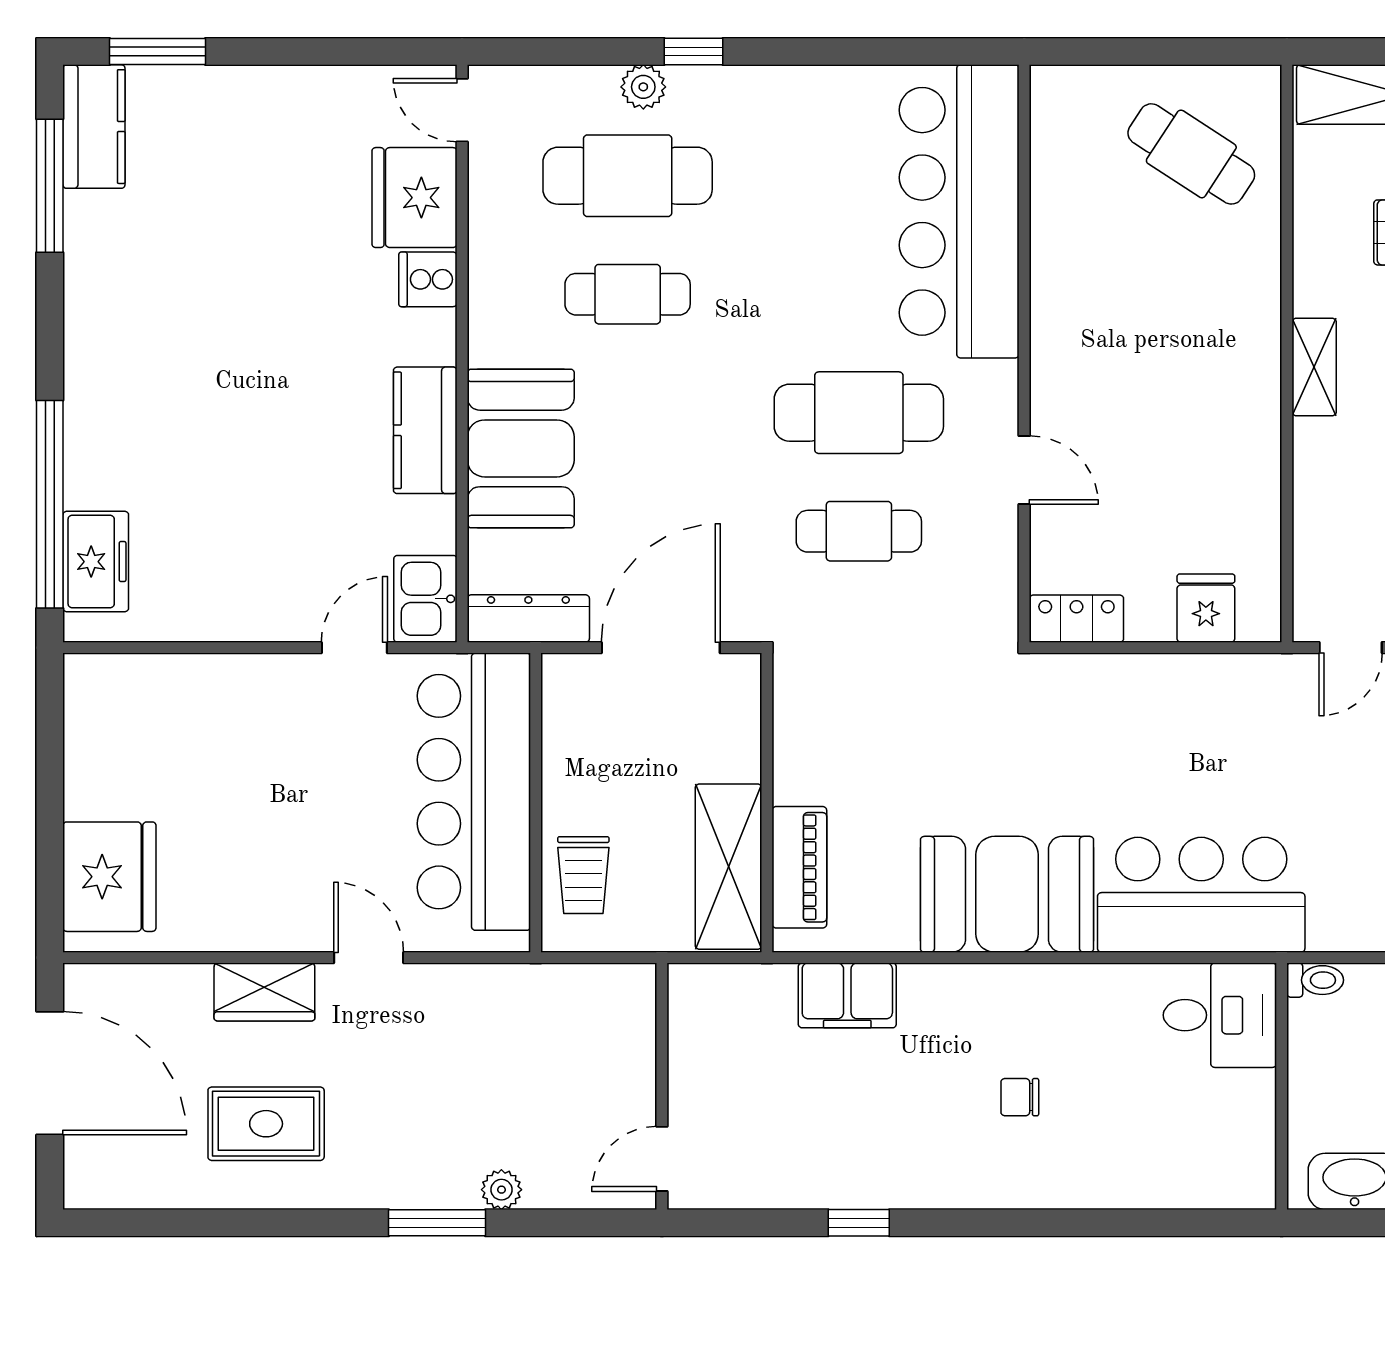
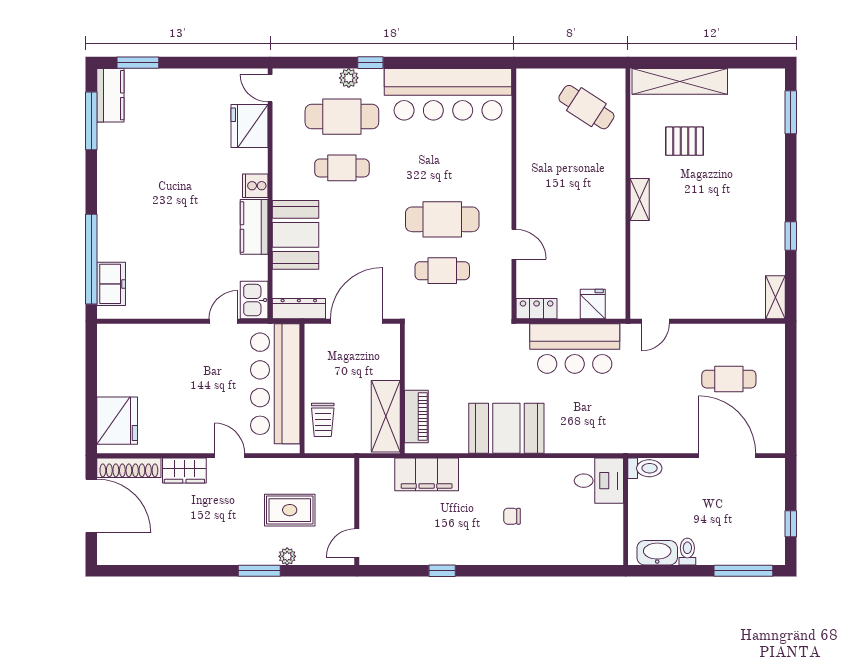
bar counter: (959, 211) -> (448, 94), moved, turned -90
cooker: (428, 279) -> (255, 186), moved
bar counter: (1201, 895) -> (575, 348), moved, turned 180
toilet: (1315, 980) -> (645, 468), width x1.37, depth x1.39
shoe rack: (137, 985) -> (129, 468), added
filing cabinet: (847, 995) -> (427, 474), width x1.50, depth x1.17
rug: (266, 1124) -> (290, 510), moved

